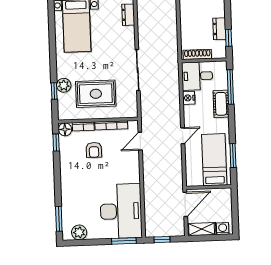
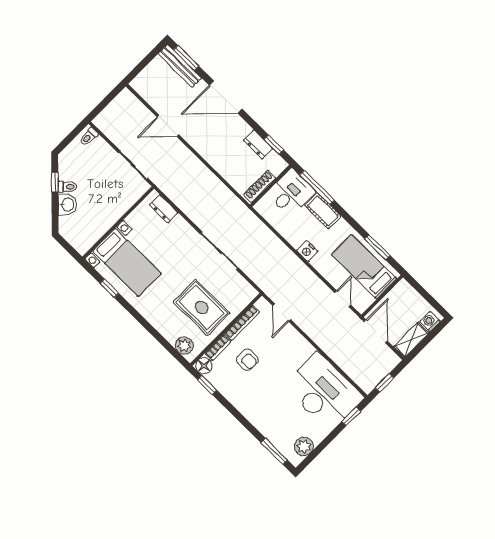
desk: (197, 76) -> (291, 193), moved, turned 180
plant: (64, 85) -> (184, 346), moved
window: (54, 91) -> (109, 288), moved
rug: (96, 94) -> (202, 307), turned 90
nightstand: (189, 98) -> (307, 251), moved
door: (183, 136) -> (343, 299), moved
window: (124, 241) -> (351, 416), width x0.67

